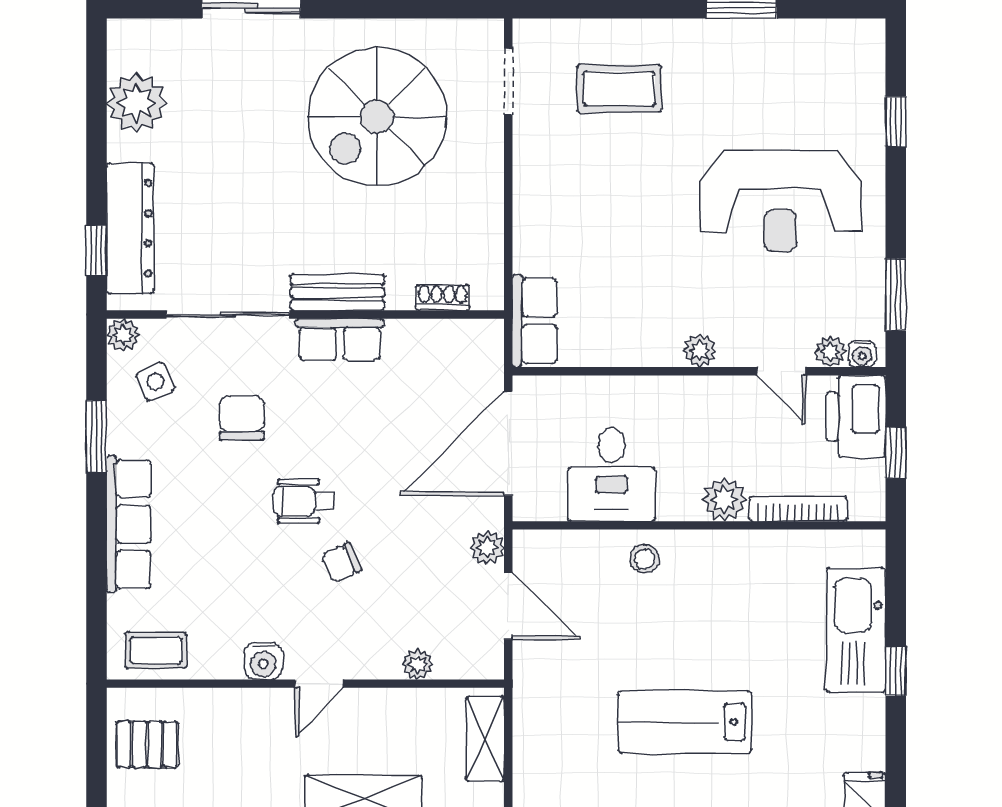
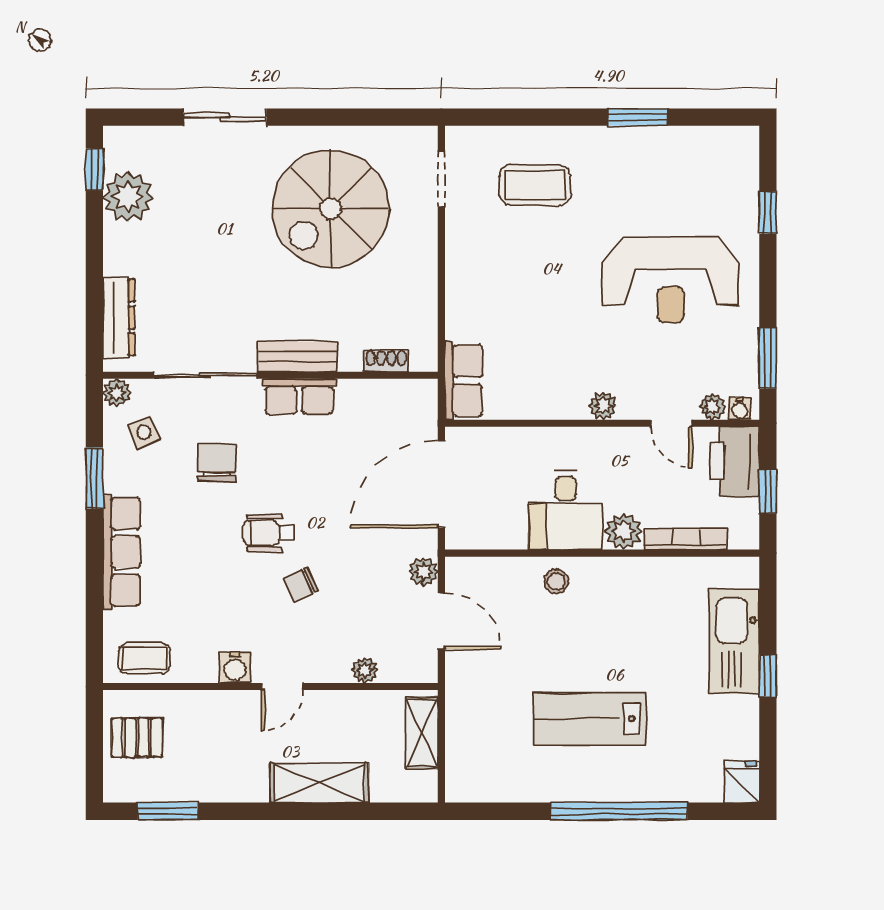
dresser: (130, 228) -> (119, 317), width x0.73, depth x0.80
window: (96, 250) -> (94, 169), moved
desk: (611, 474) -> (566, 510), moved

